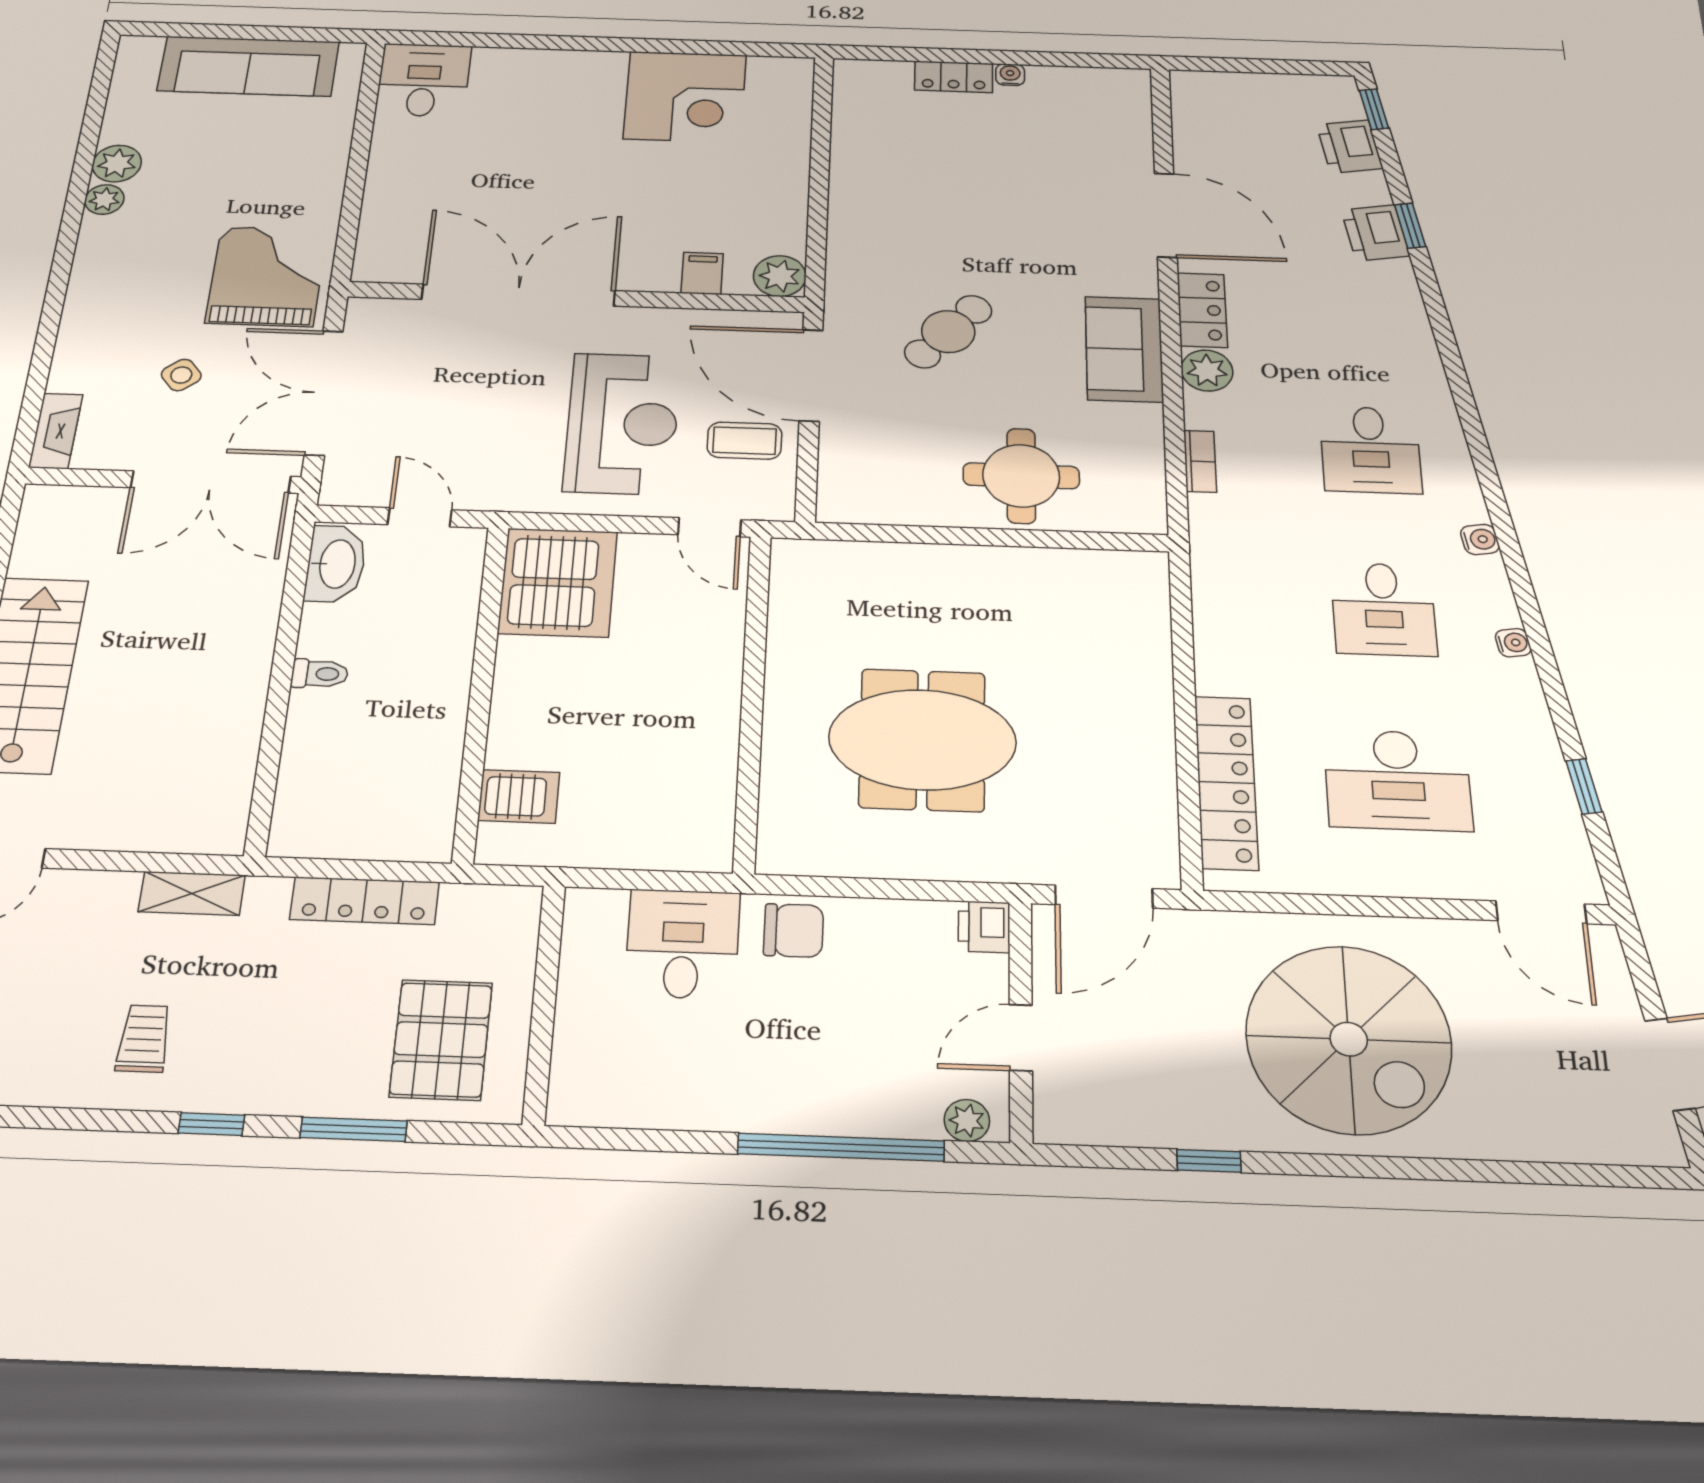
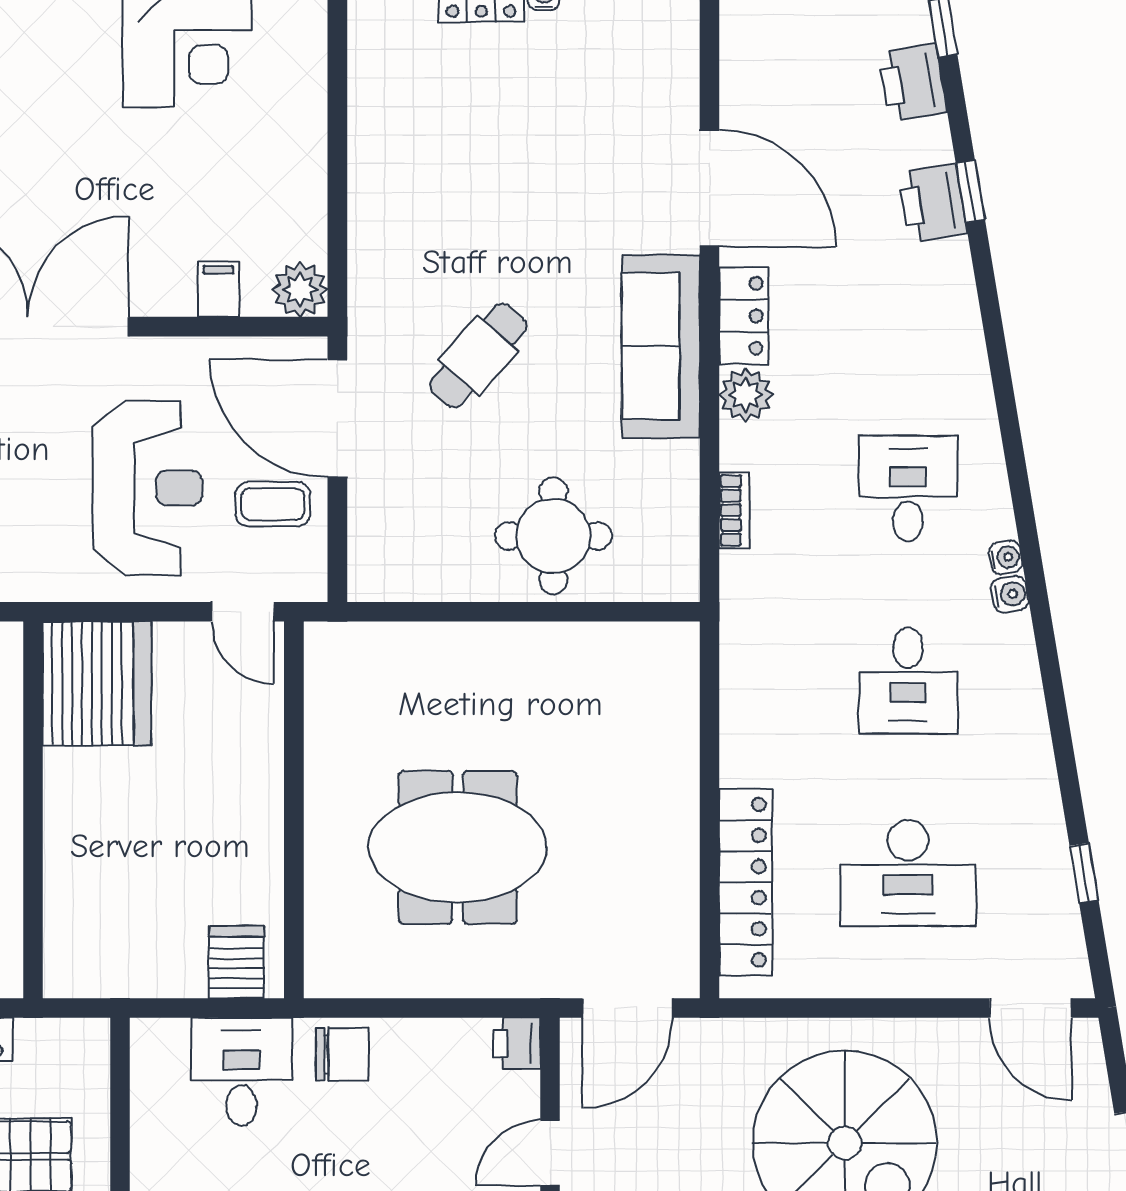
sofa: (1124, 349) -> (661, 346), width x1.36
desk: (1370, 450) -> (908, 489), turned 180
water cooler: (1513, 643) -> (1006, 557), moved
server rack: (519, 796) -> (236, 962), moved, turned -90

